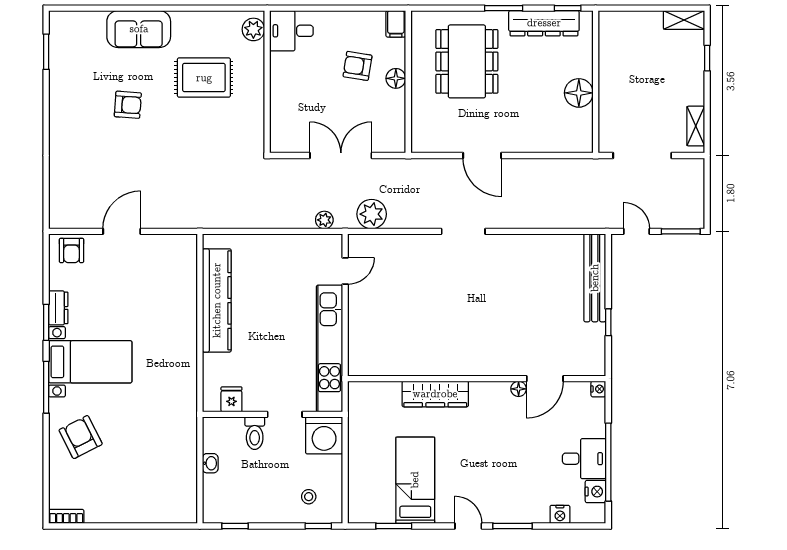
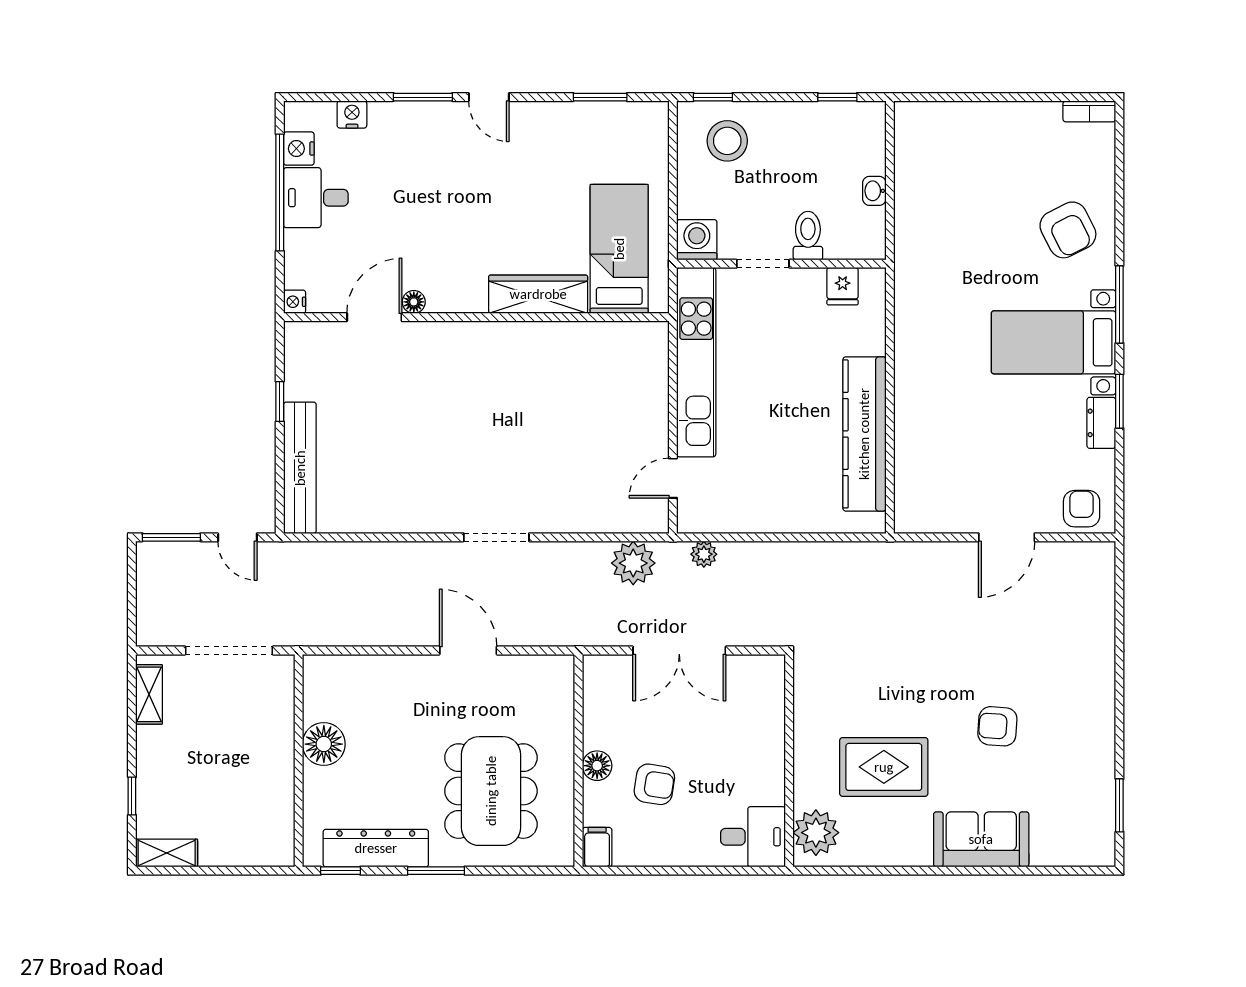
plant: (253, 29) -> (816, 833), width x1.36, depth x1.36
washing machine: (324, 435) -> (697, 240), width x0.73, depth x0.73
bed: (415, 480) -> (619, 249), moved, turned 180
stool: (309, 497) -> (727, 141), width x1.89, depth x1.89

